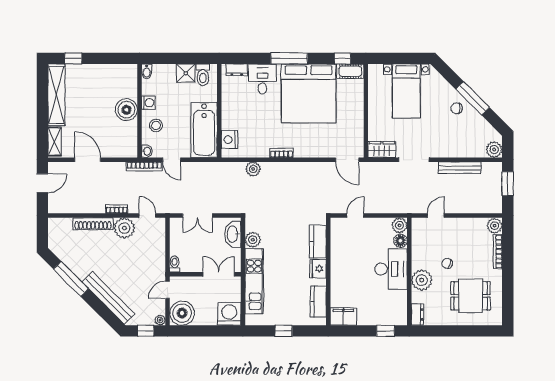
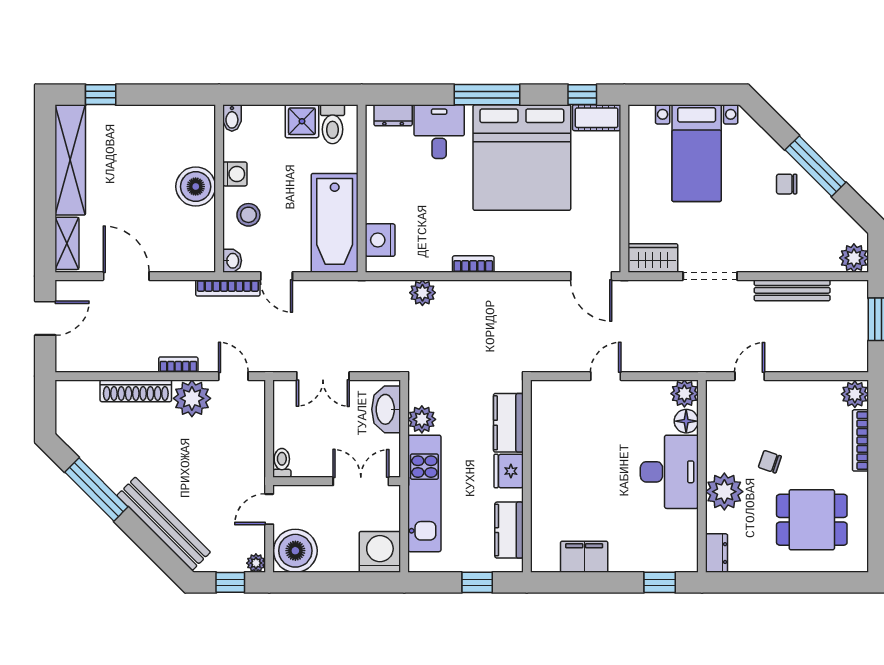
kitchen counter: (318, 242) -> (508, 423), moved
fridge: (318, 269) -> (509, 471), moved
wall: (328, 271) -> (527, 476), moved
kitchen counter: (318, 302) -> (509, 530), moved

